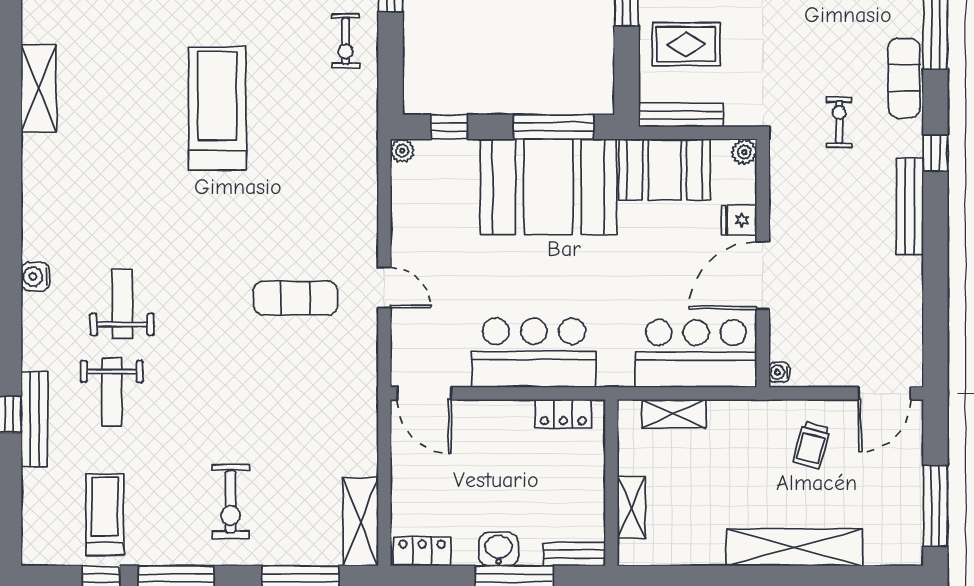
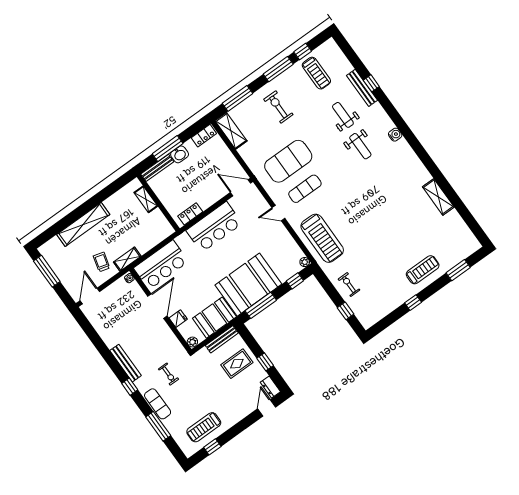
treadmill: (217, 108) -> (322, 238), moved
exercise mat: (289, 378) -> (288, 161), added
shelving: (674, 414) -> (127, 259), moved
bench: (574, 554) -> (157, 168), width x1.36

